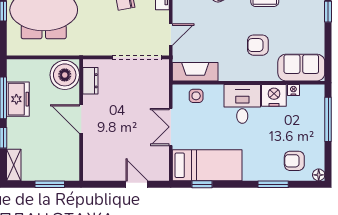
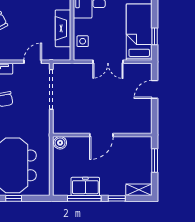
door: (171, 35) -> (33, 62), hinge flipped
fireplace: (195, 72) -> (63, 28), moved
boiler: (65, 75) -> (60, 143), width x0.54, depth x0.54
dresser: (90, 81) -> (70, 127), removed

